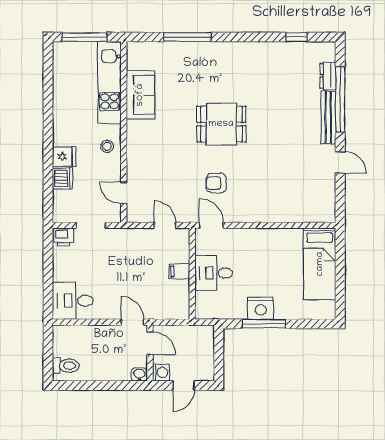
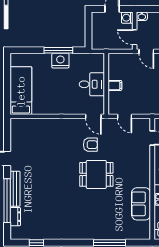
dining table: (221, 124) -> (96, 174), moved

